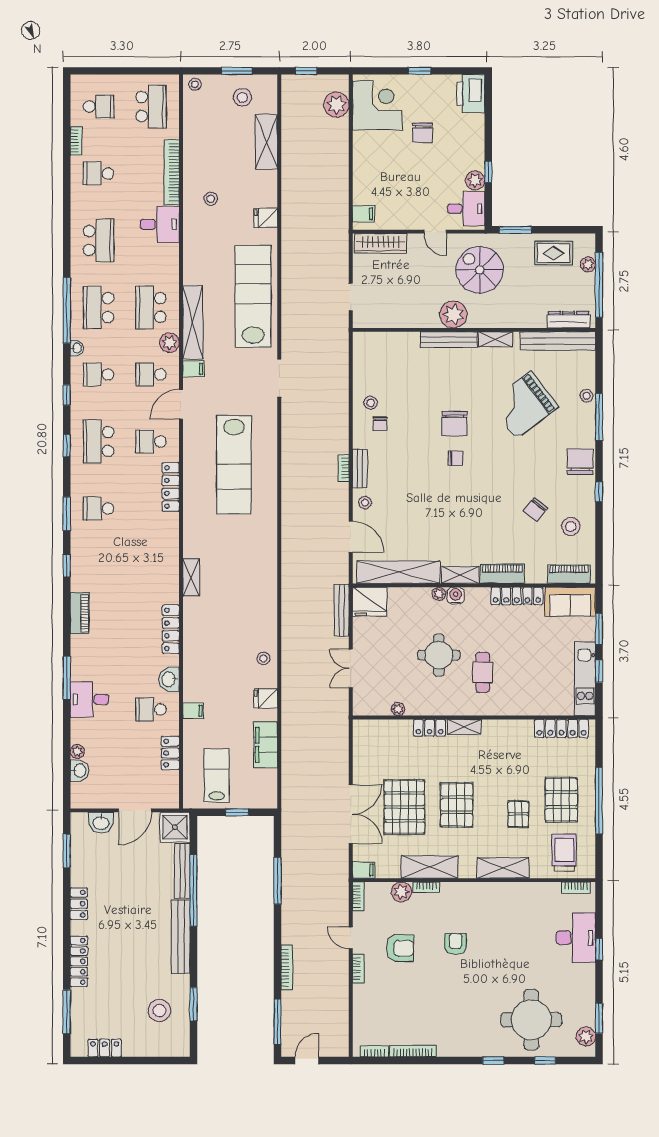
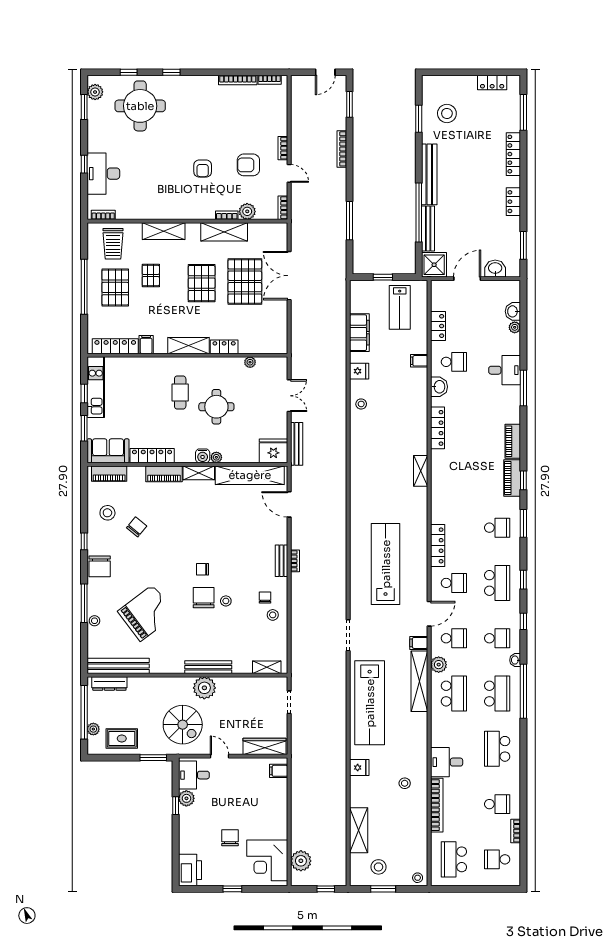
shelving: (495, 339) -> (267, 667), moved
stool: (365, 503) -> (226, 601), moved
piano: (80, 569) -> (512, 478), added
shelving: (464, 727) -> (188, 346), width x1.50, depth x1.33
filing cabinet: (364, 870) -> (146, 345), moved, turned 90
window: (277, 1022) -> (350, 104), width x0.69

